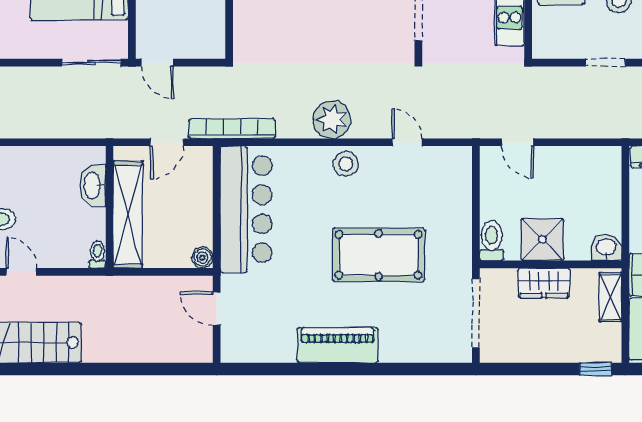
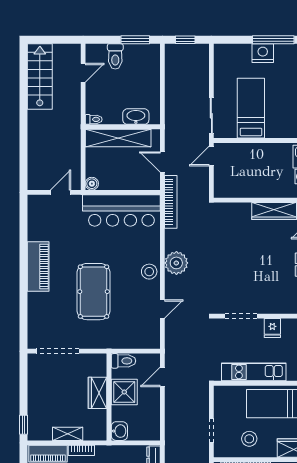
shower: (542, 239) -> (124, 392), moved
toilet: (492, 241) -> (123, 361), moved
washbasin: (606, 248) -> (119, 431), moved
wall: (551, 264) -> (109, 397), moved
wardrobe: (544, 283) -> (98, 393), moved

